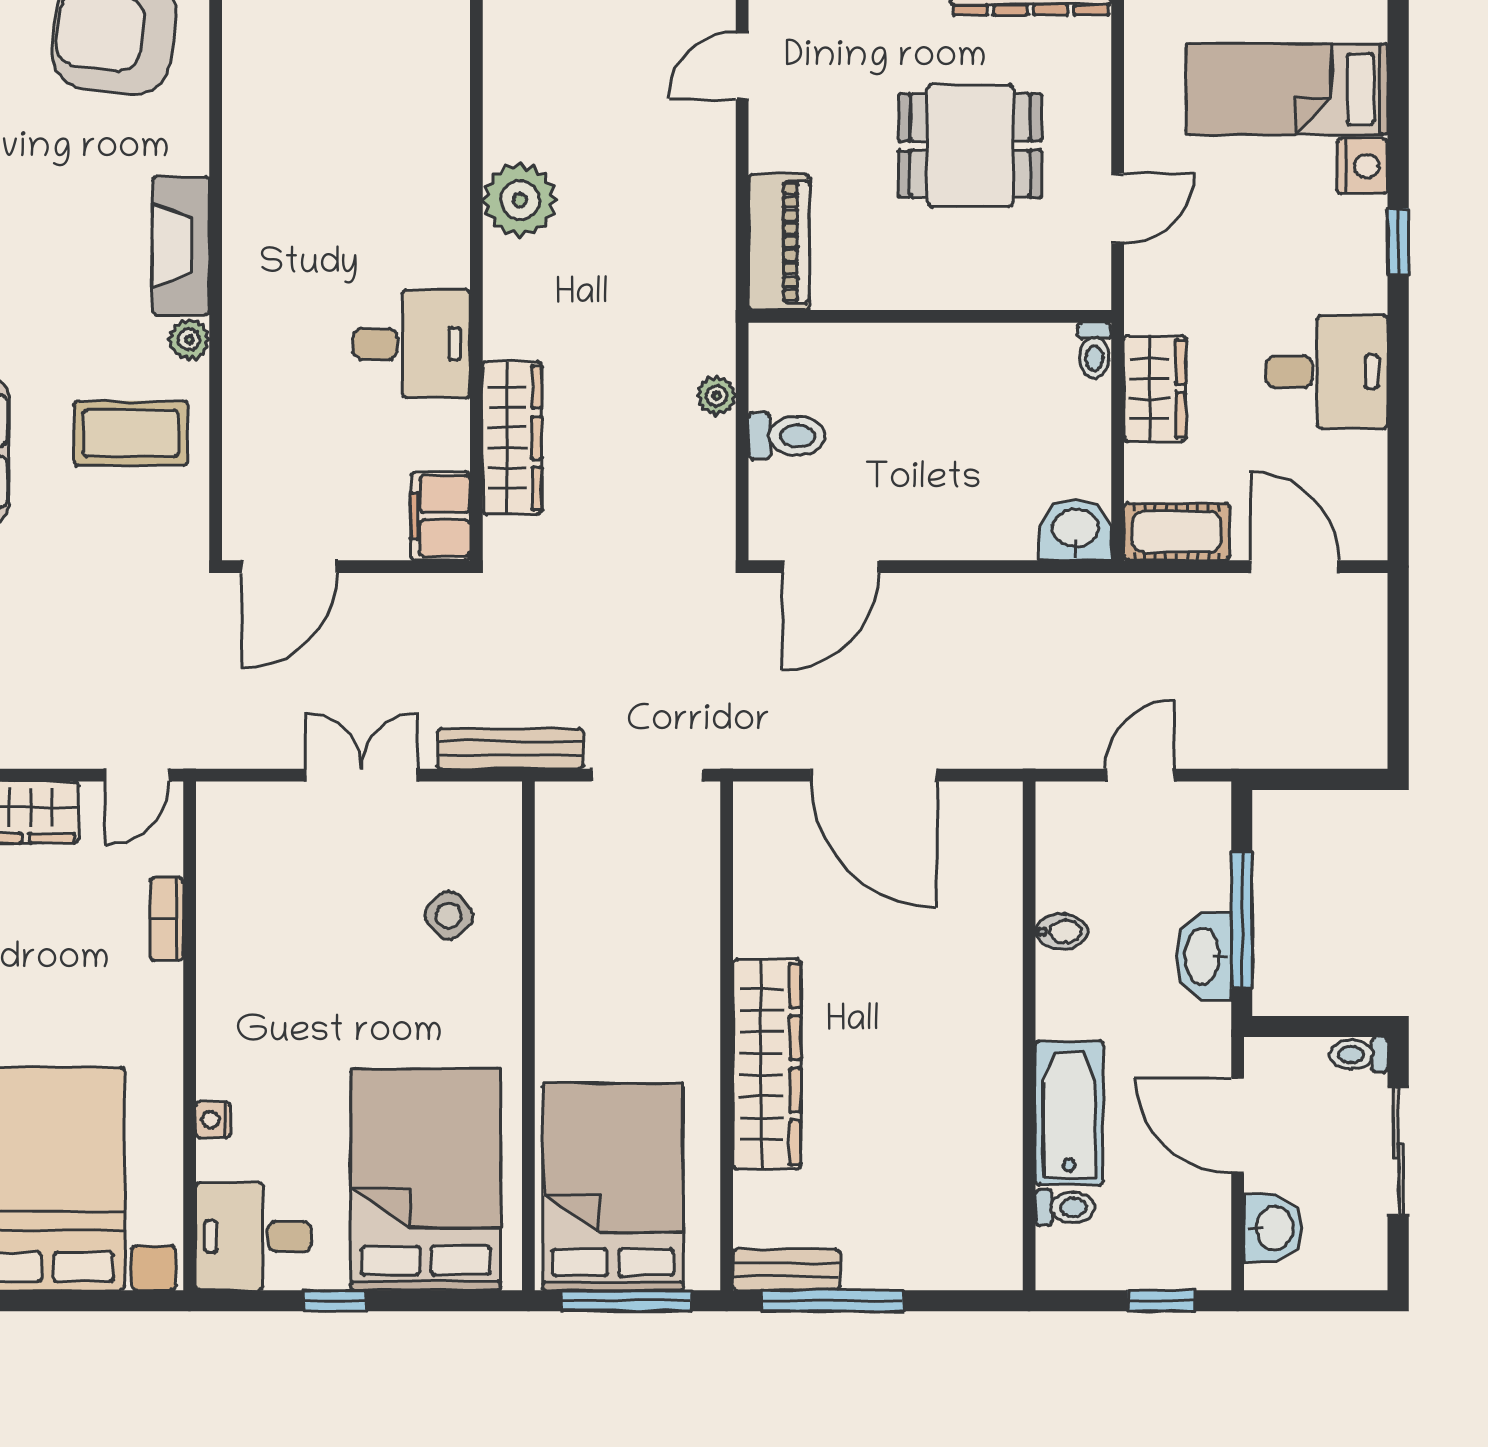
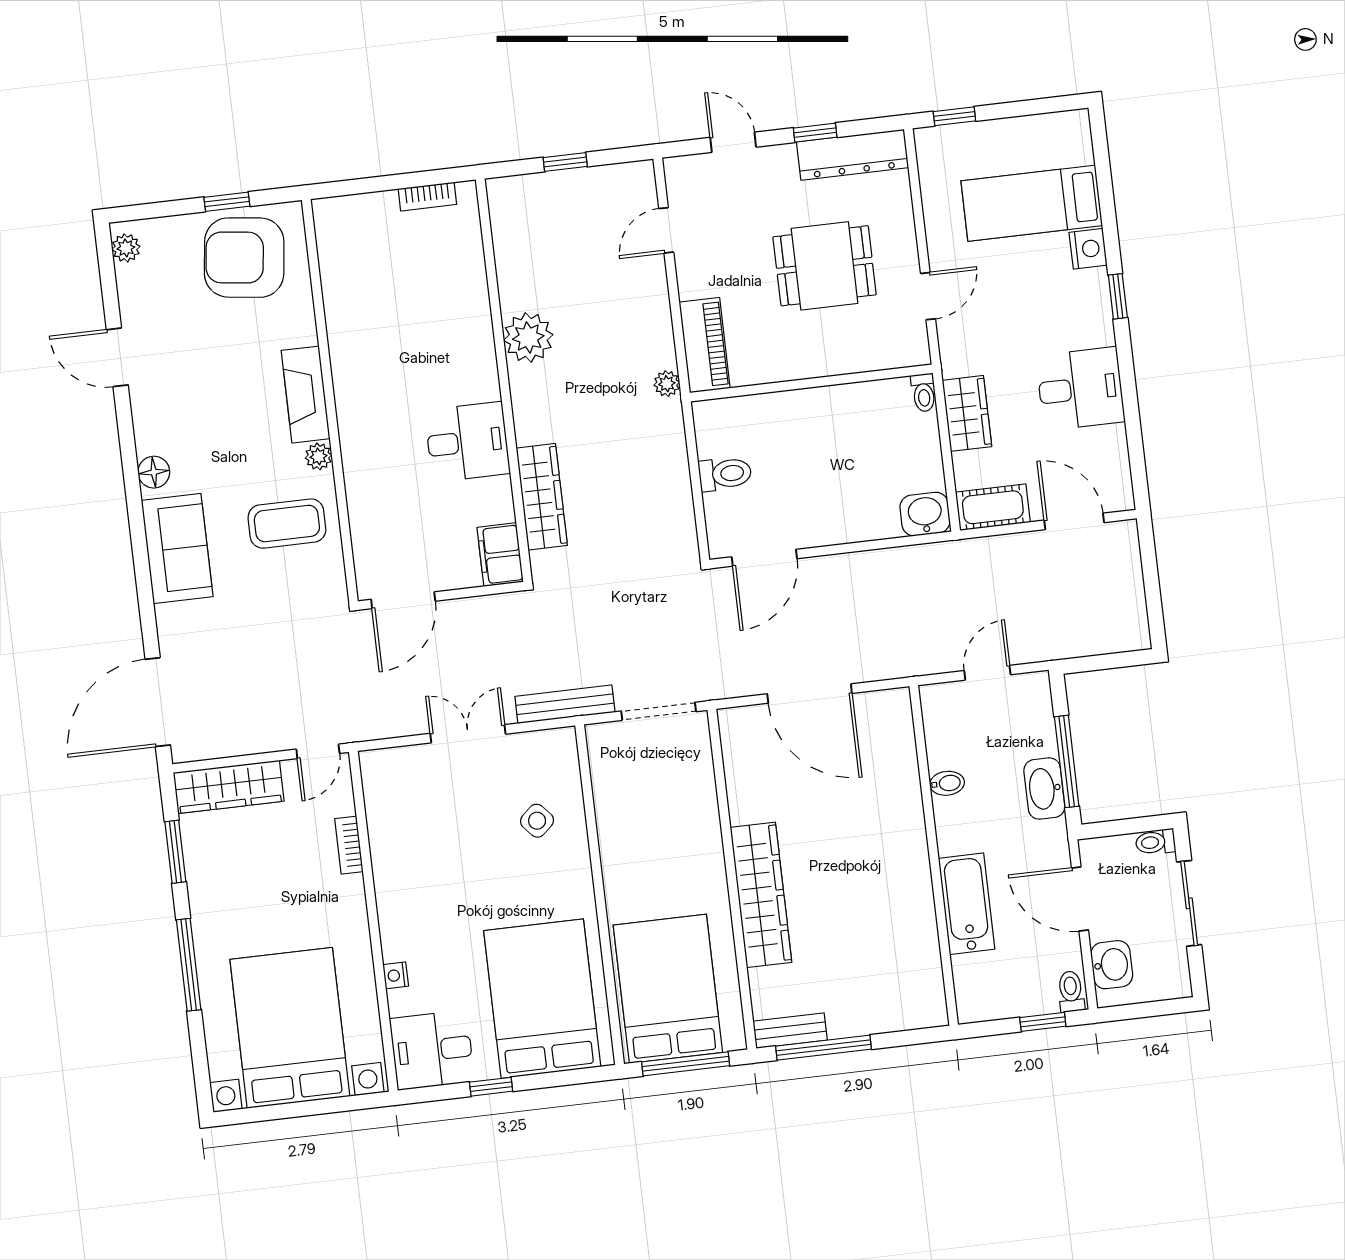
plant: (717, 396) -> (667, 384), moved
toilet: (1065, 1207) -> (1071, 991), moved, turned -90

